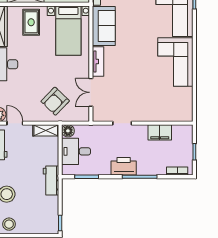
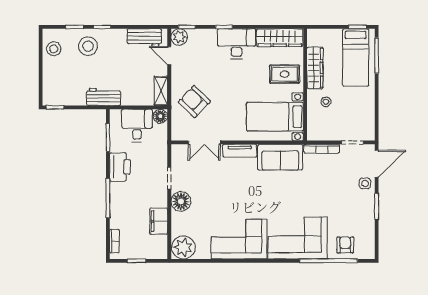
double door: (91, 92) -> (204, 142), swing flipped
plant: (183, 111) -> (183, 247), added
floor lamp: (142, 113) -> (181, 201), added
door: (15, 123) -> (169, 56), swing flipped
printer: (124, 166) -> (120, 167), moved

